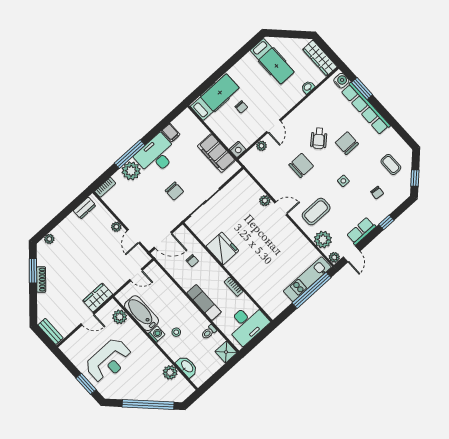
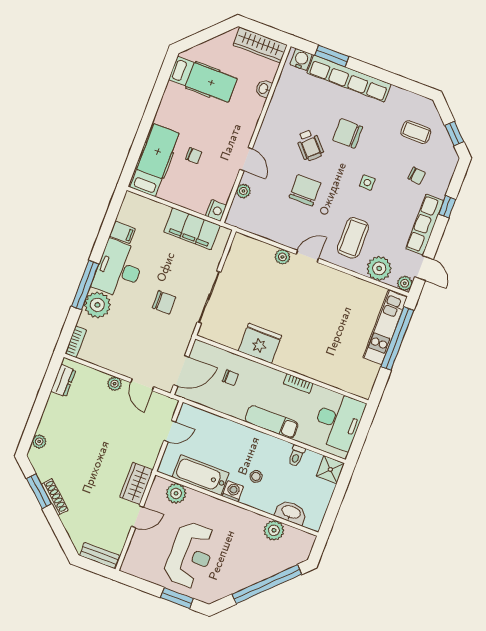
row of seats: (361, 231) -> (425, 225), width x1.48

